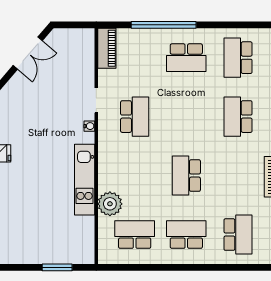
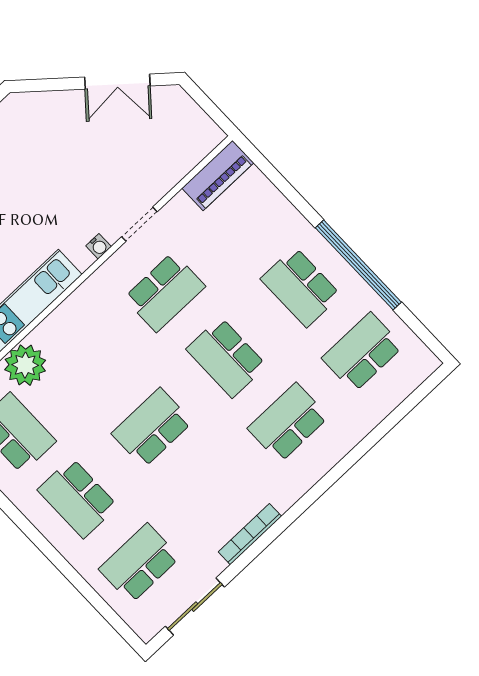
window: (164, 25) -> (358, 265), moved
school desk: (186, 117) -> (226, 357), added
school desk: (186, 235) -> (78, 498), turned 180
school desk: (238, 235) -> (139, 563), turned 180

